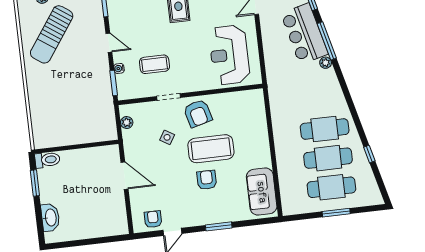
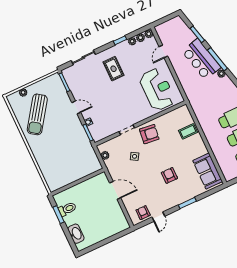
reception desk: (229, 55) -> (157, 89), turned 180
coffee table: (154, 64) -> (111, 112), removed
armchair: (198, 113) -> (149, 134), turned -68
coffee table: (211, 149) -> (188, 131), moved, width x0.54, depth x0.58
toilet: (47, 160) -> (67, 209), moved

